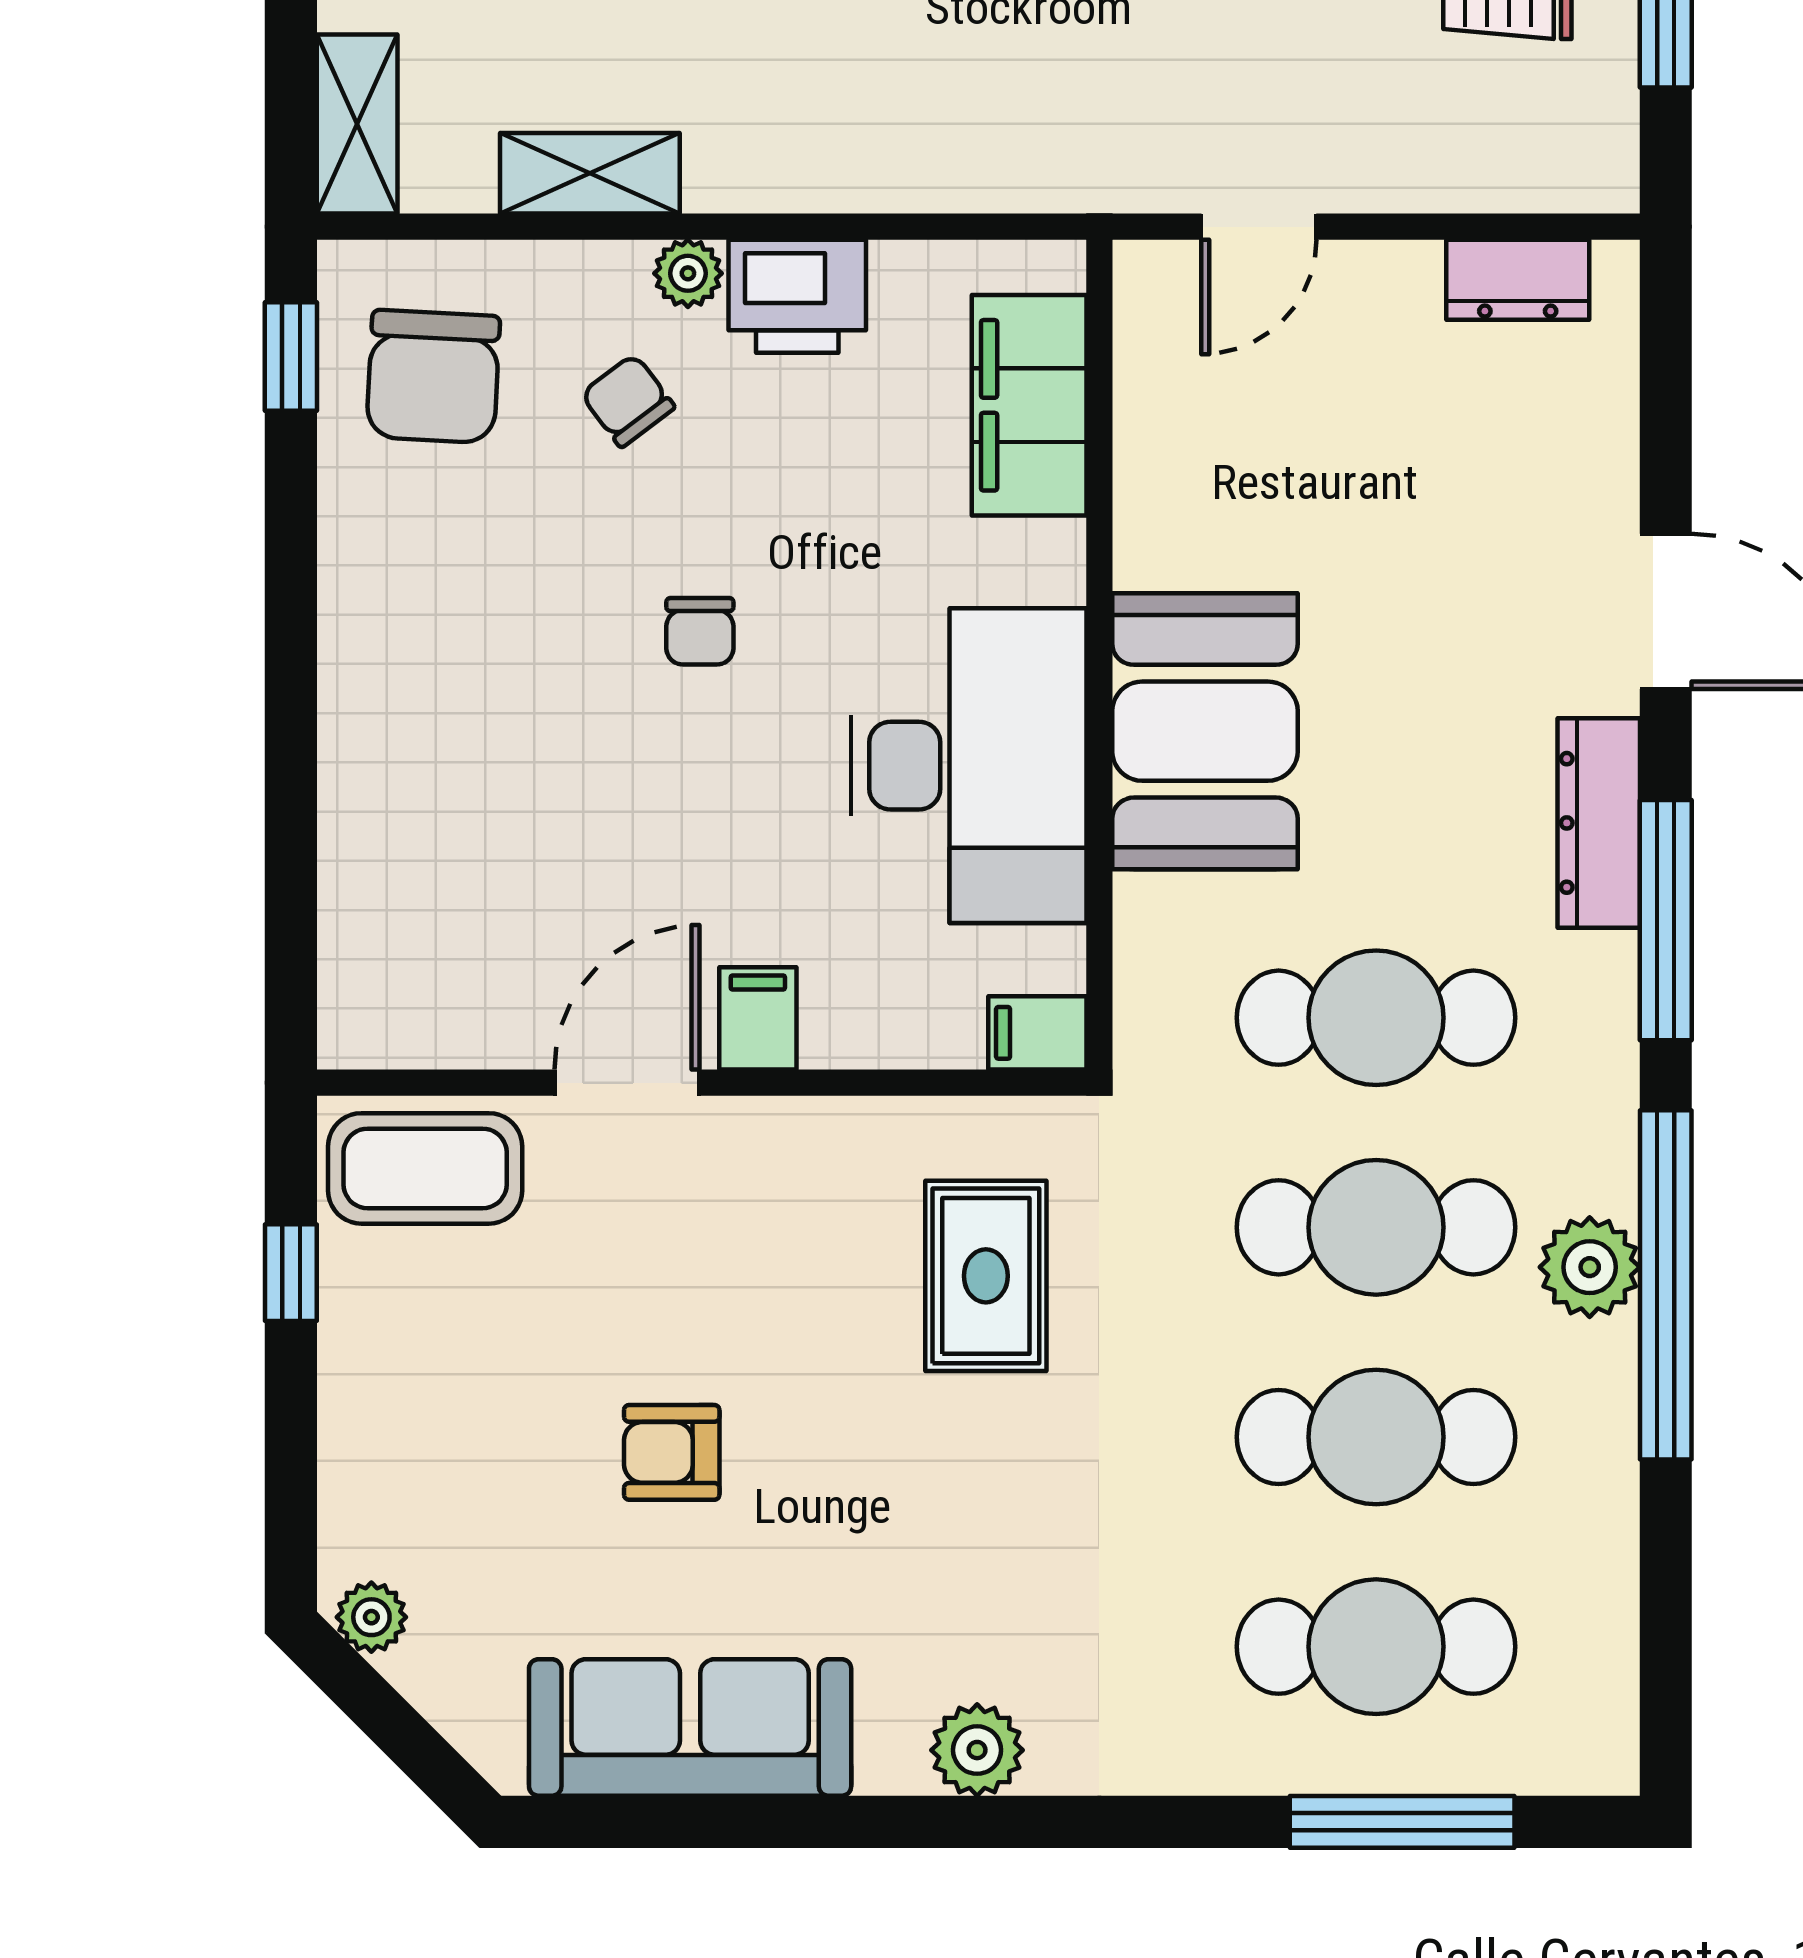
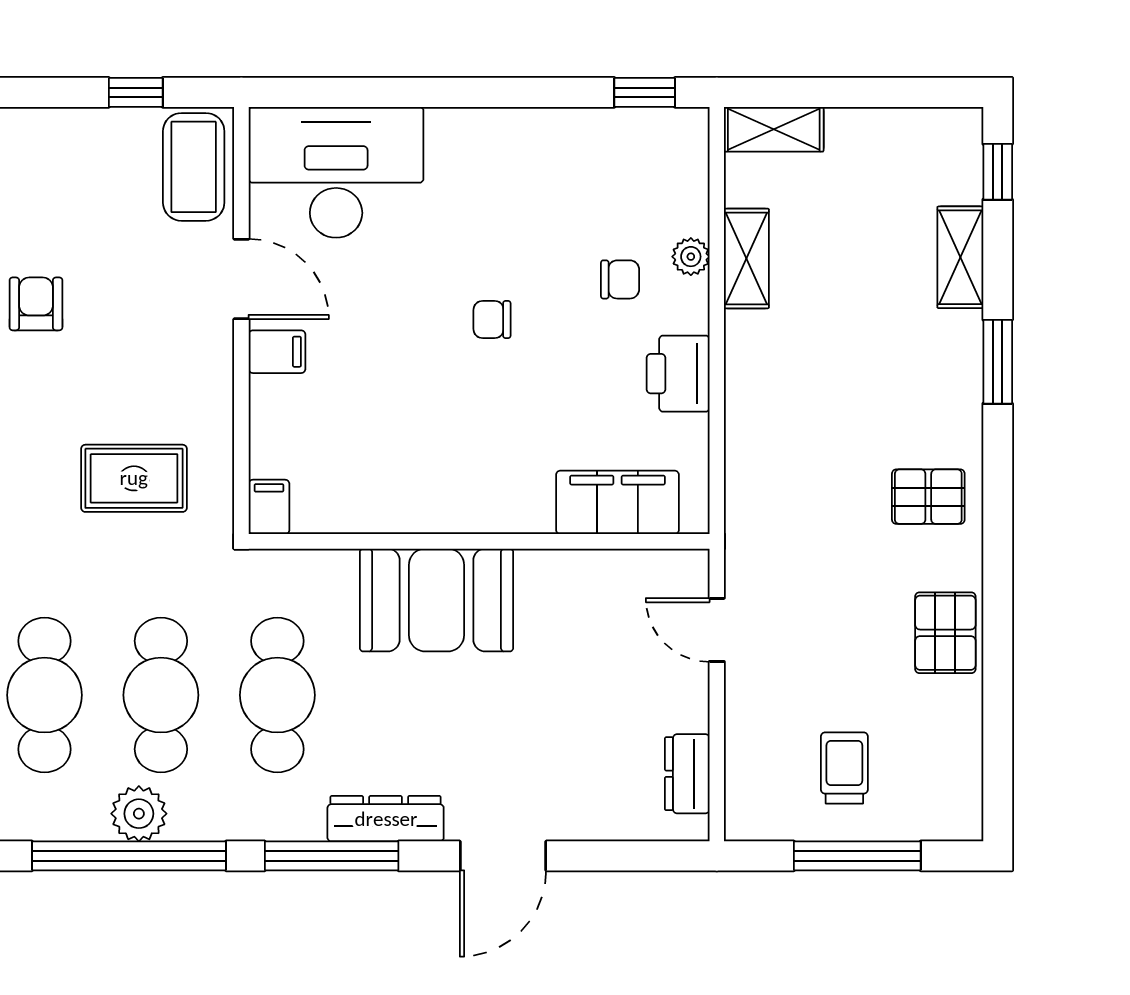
plant: (688, 273) -> (691, 257), moved
chair: (433, 377) -> (633, 171), removed
chair: (628, 401) -> (620, 279), turned 37
desk: (968, 766) -> (336, 172), moved, turned 180

